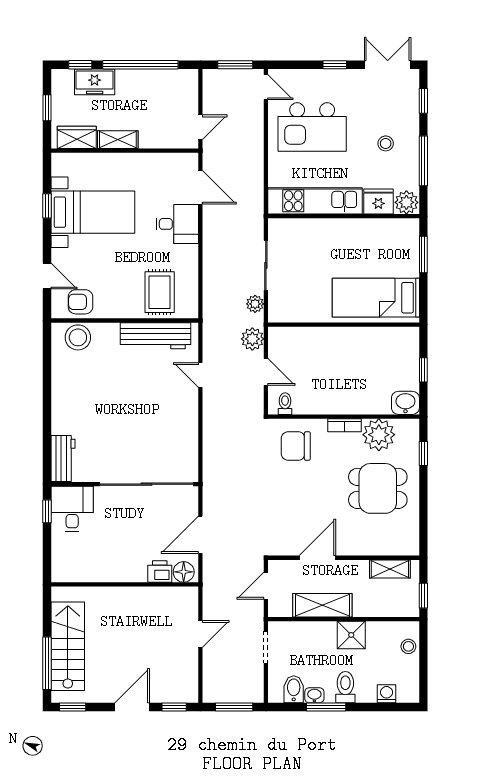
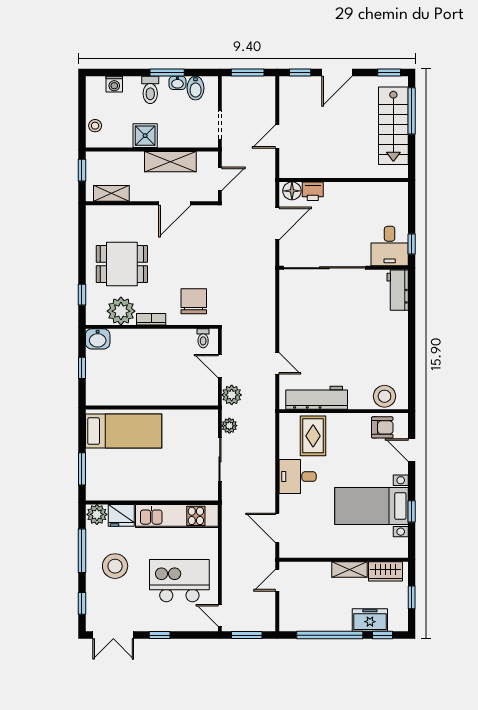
stool: (386, 143) -> (115, 566), width x1.89, depth x1.89
desk: (177, 224) -> (298, 477), moved
chair: (296, 446) -> (194, 301), turned -90

